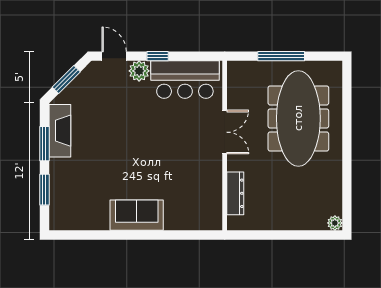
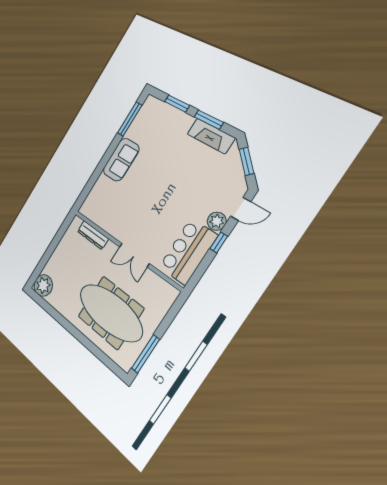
window: (281, 56) -> (146, 354), moved
plant: (335, 223) -> (43, 285), width x1.88, depth x1.88
window: (88, 235) -> (130, 119), added

